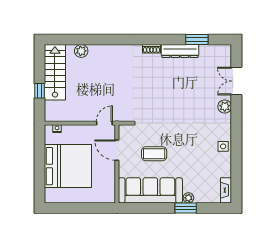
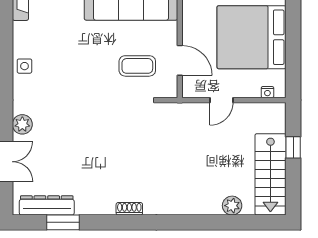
dresser: (180, 51) -> (47, 205), moved
door: (104, 123) -> (221, 100), moved
coffee table: (154, 154) -> (137, 66), moved

